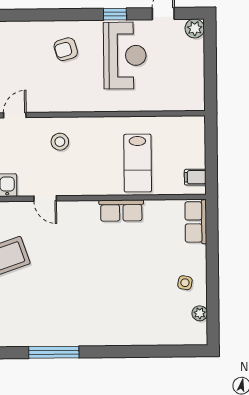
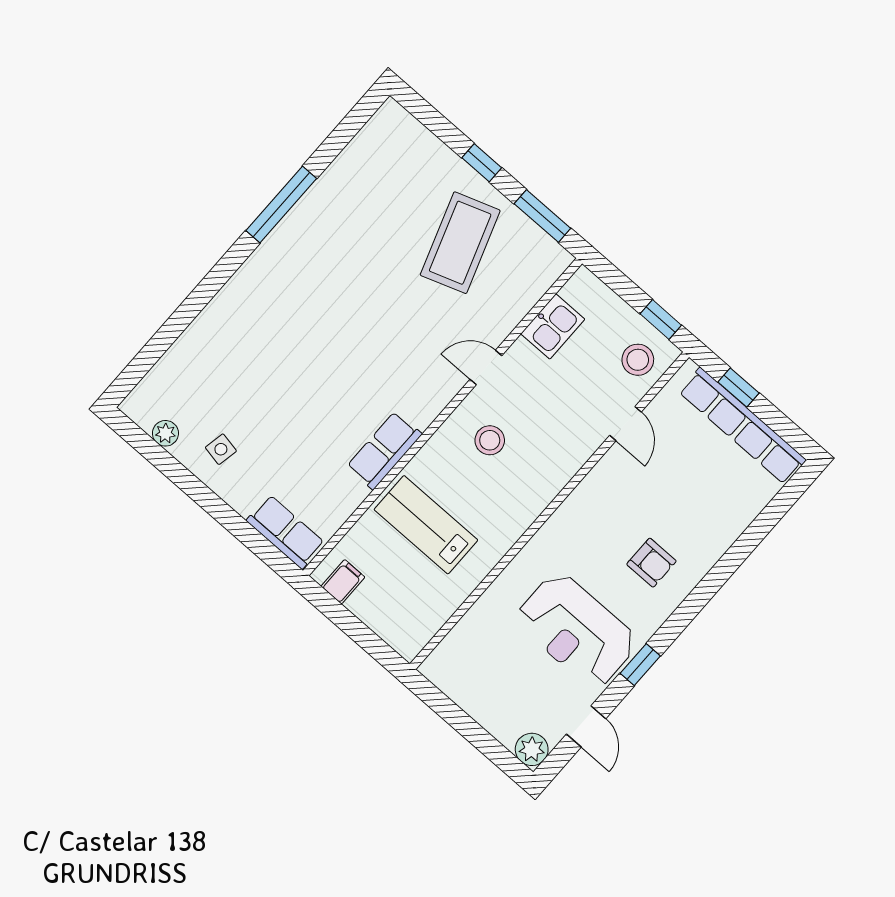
armchair: (66, 49) -> (651, 563), turned 106
stool: (60, 142) -> (490, 440), moved

